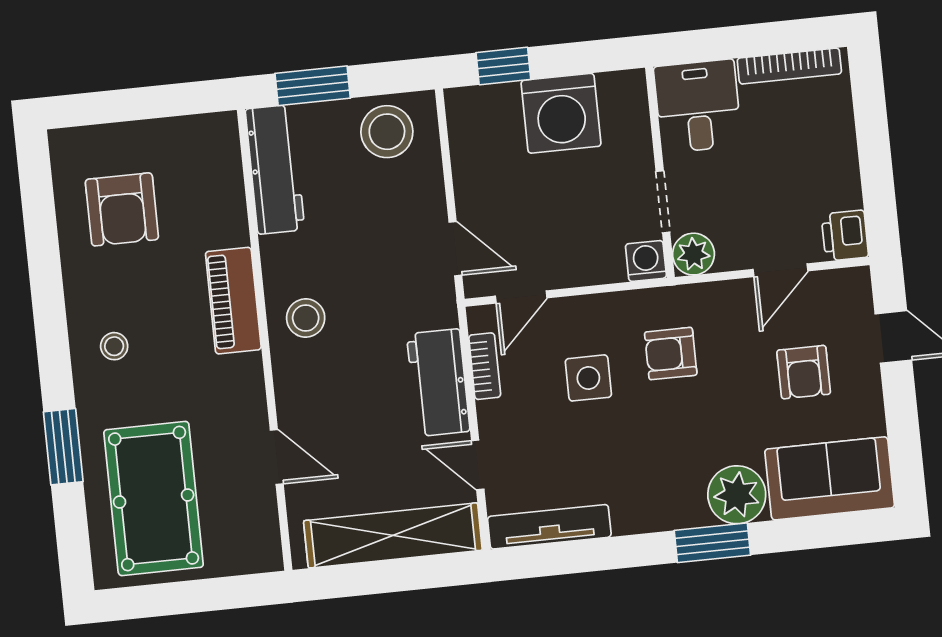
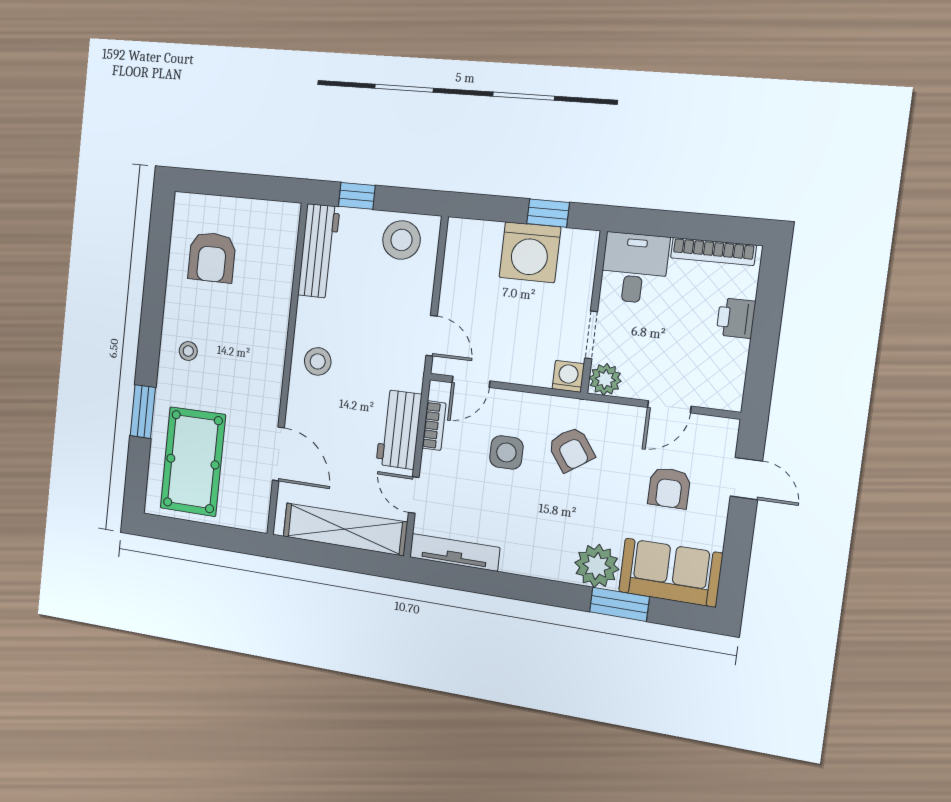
window: (503, 66) -> (548, 213), moved
window: (313, 86) -> (357, 196), width x0.67
printer: (845, 236) -> (736, 318), moved
piano: (233, 301) -> (272, 338), removed
armchair: (671, 354) -> (571, 449), turned -125
door: (277, 457) -> (278, 454), width x1.38
window: (712, 543) -> (619, 604), moved

